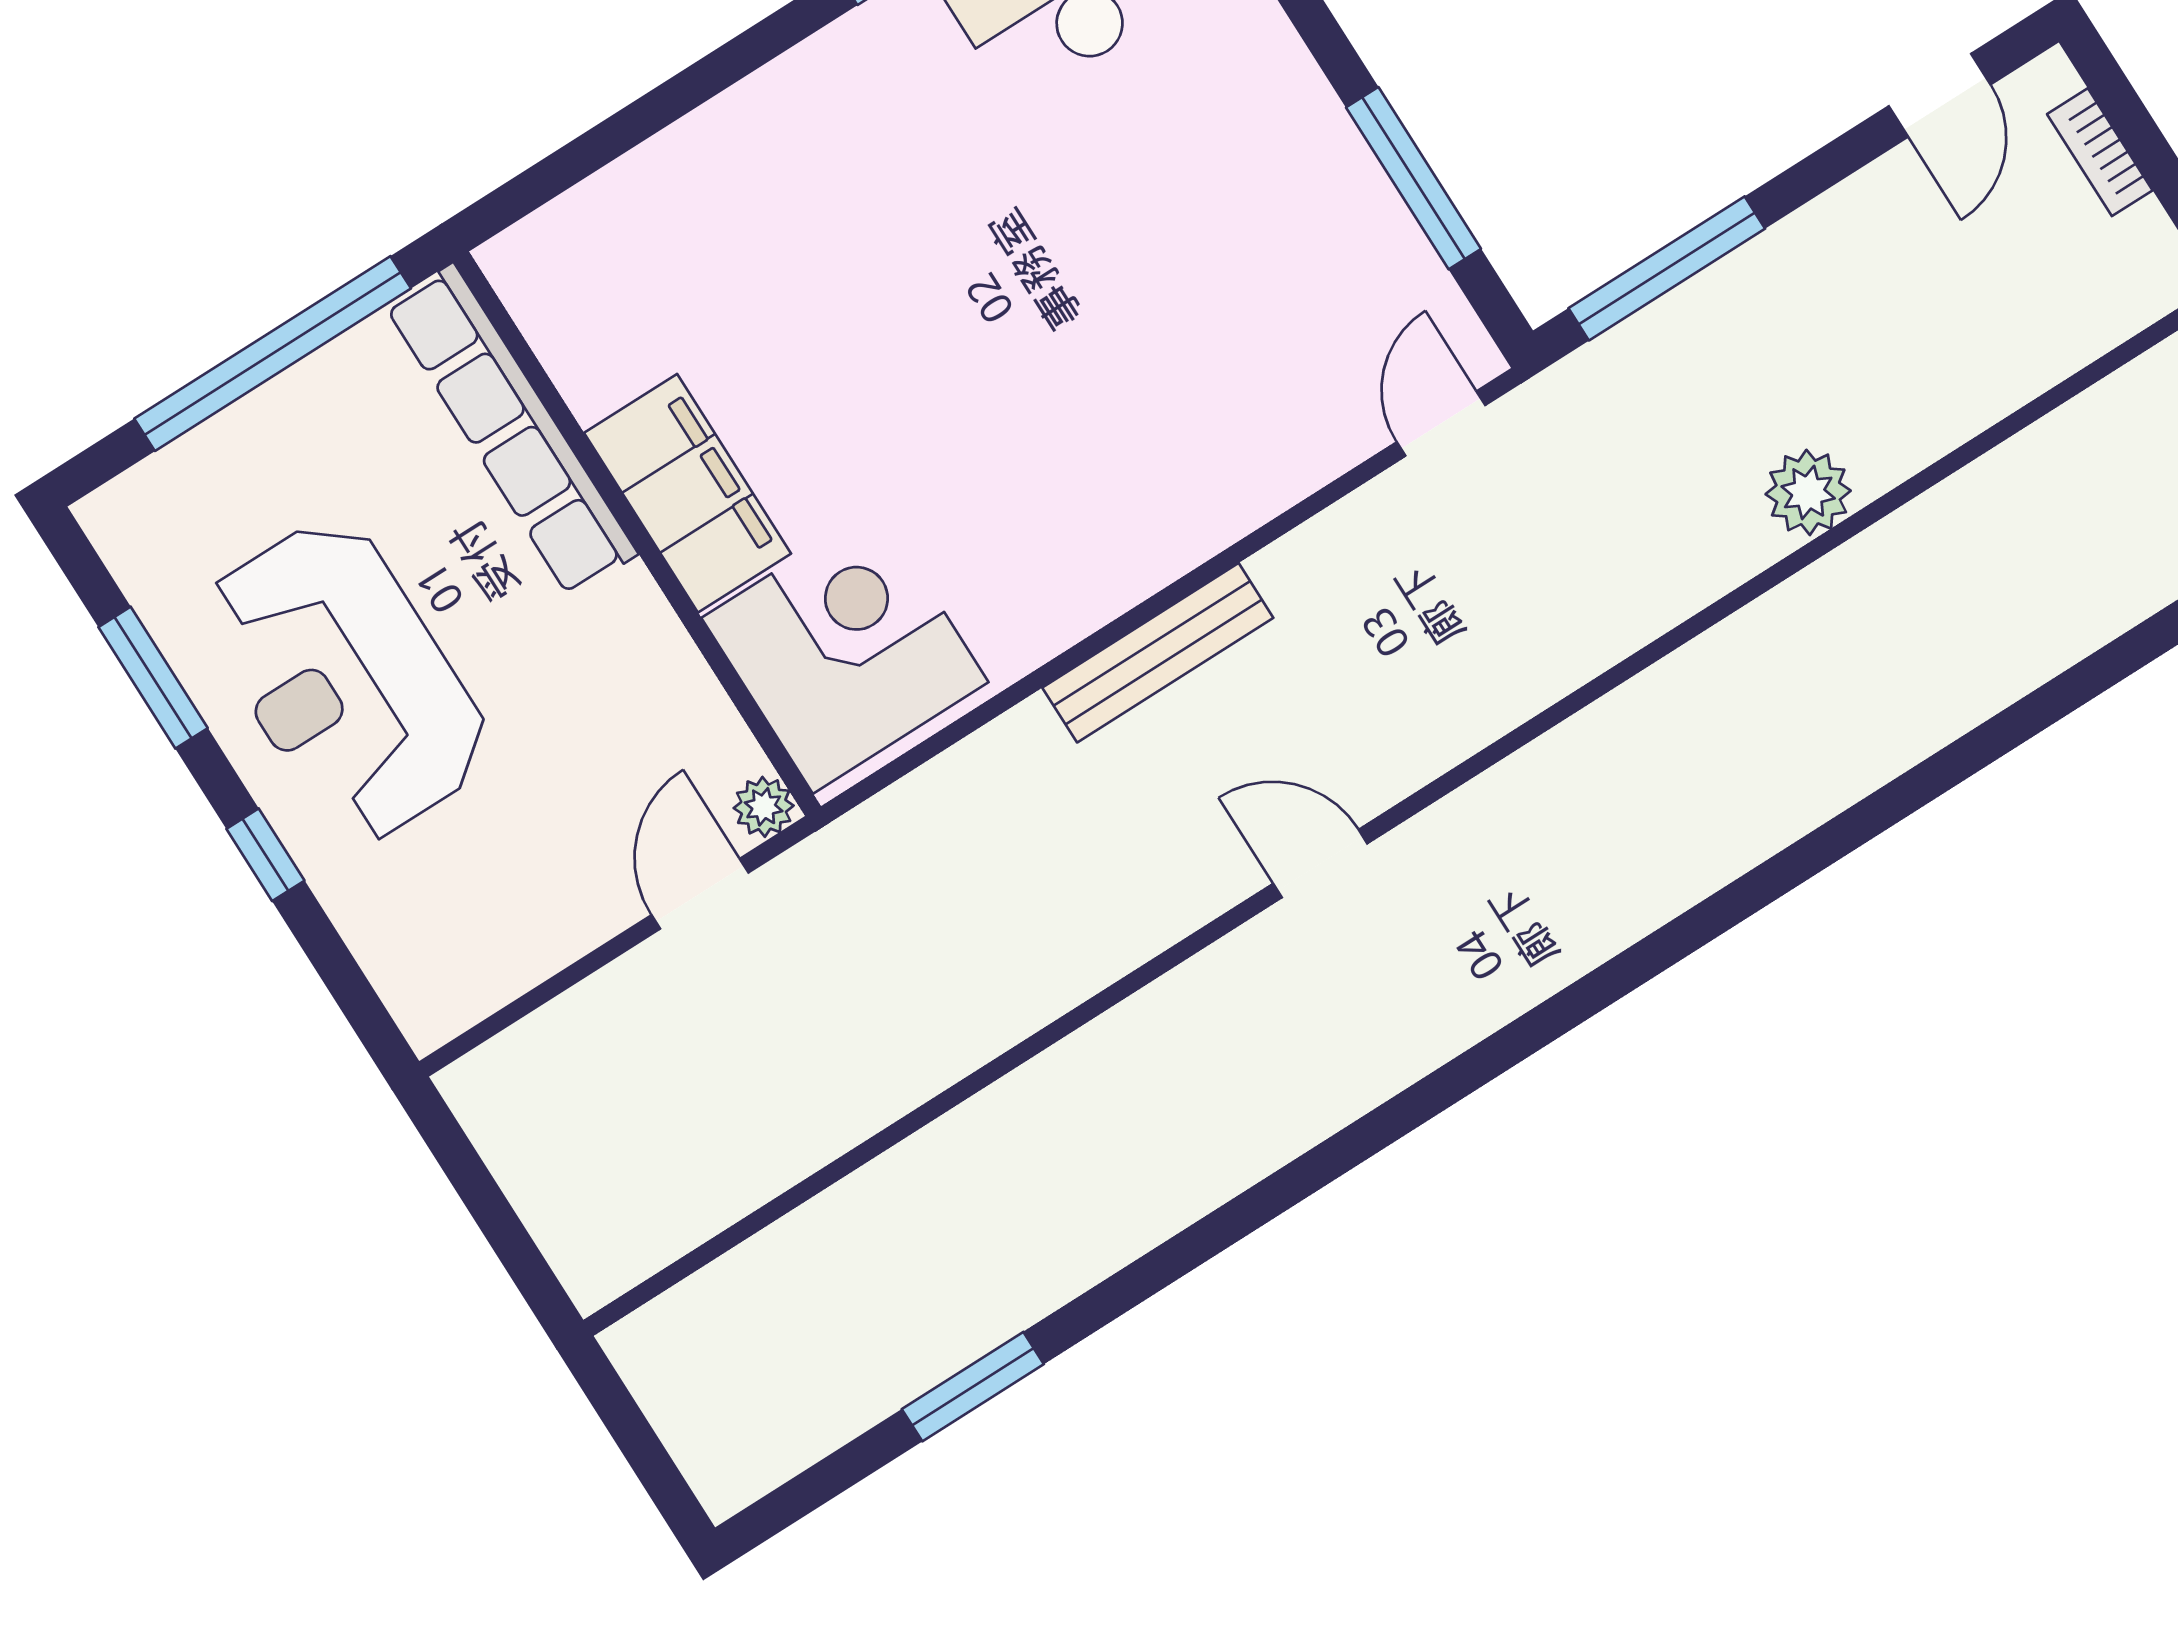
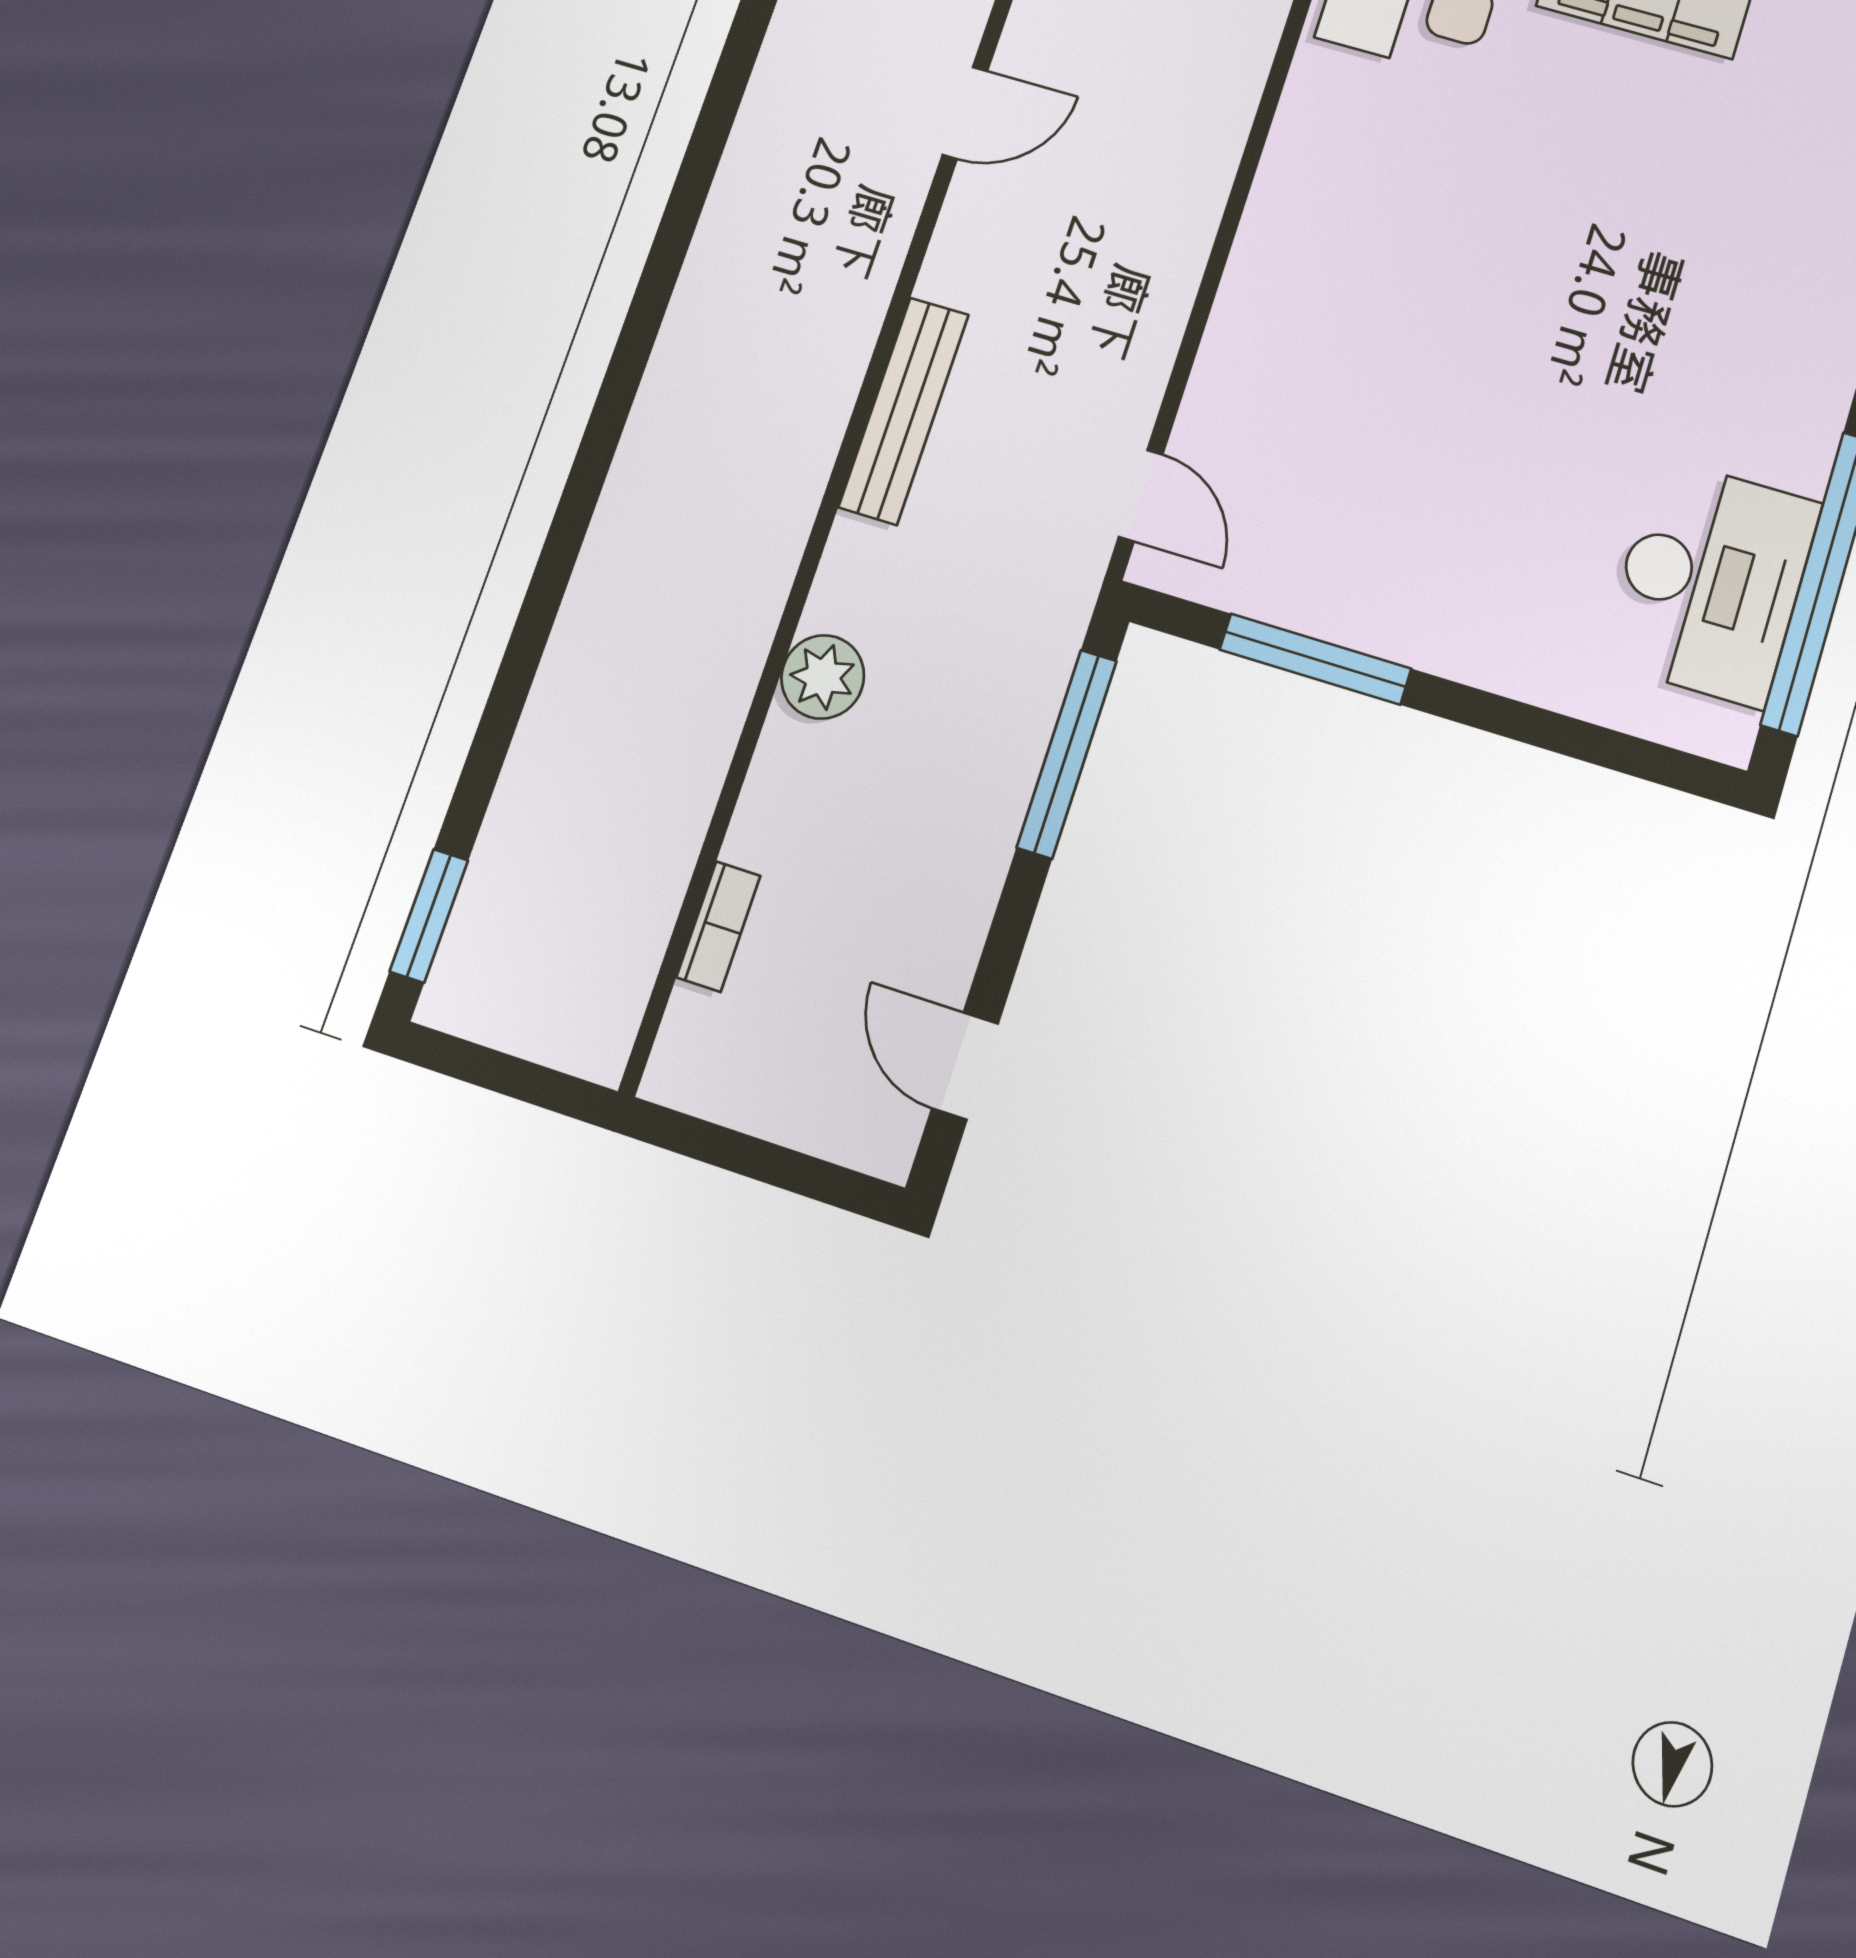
bookcase: (2100, 152) -> (718, 927), moved, turned 90
bench: (1158, 653) -> (904, 411), moved

